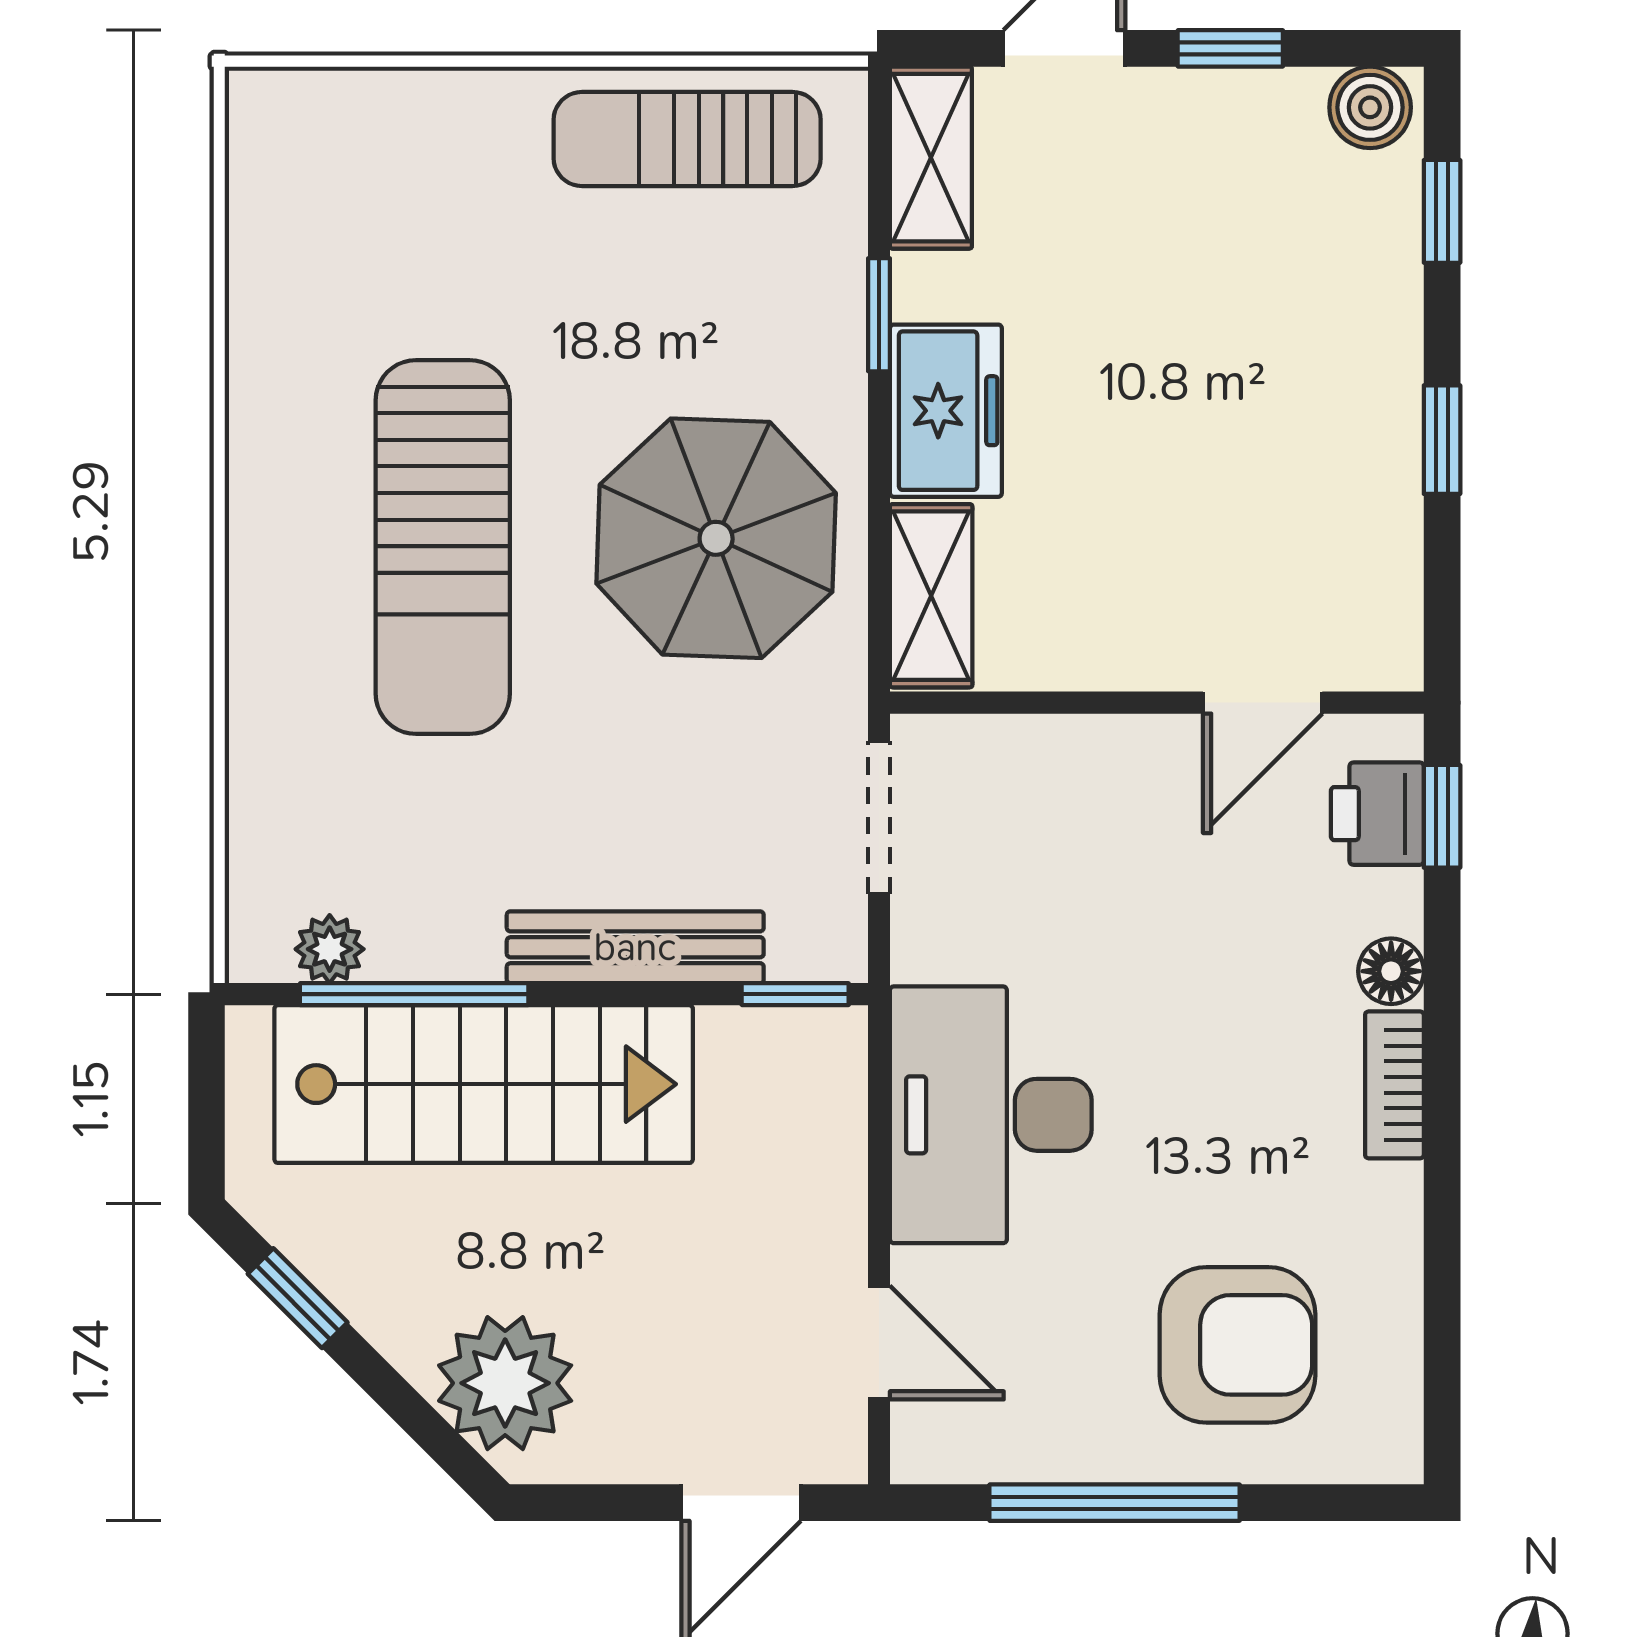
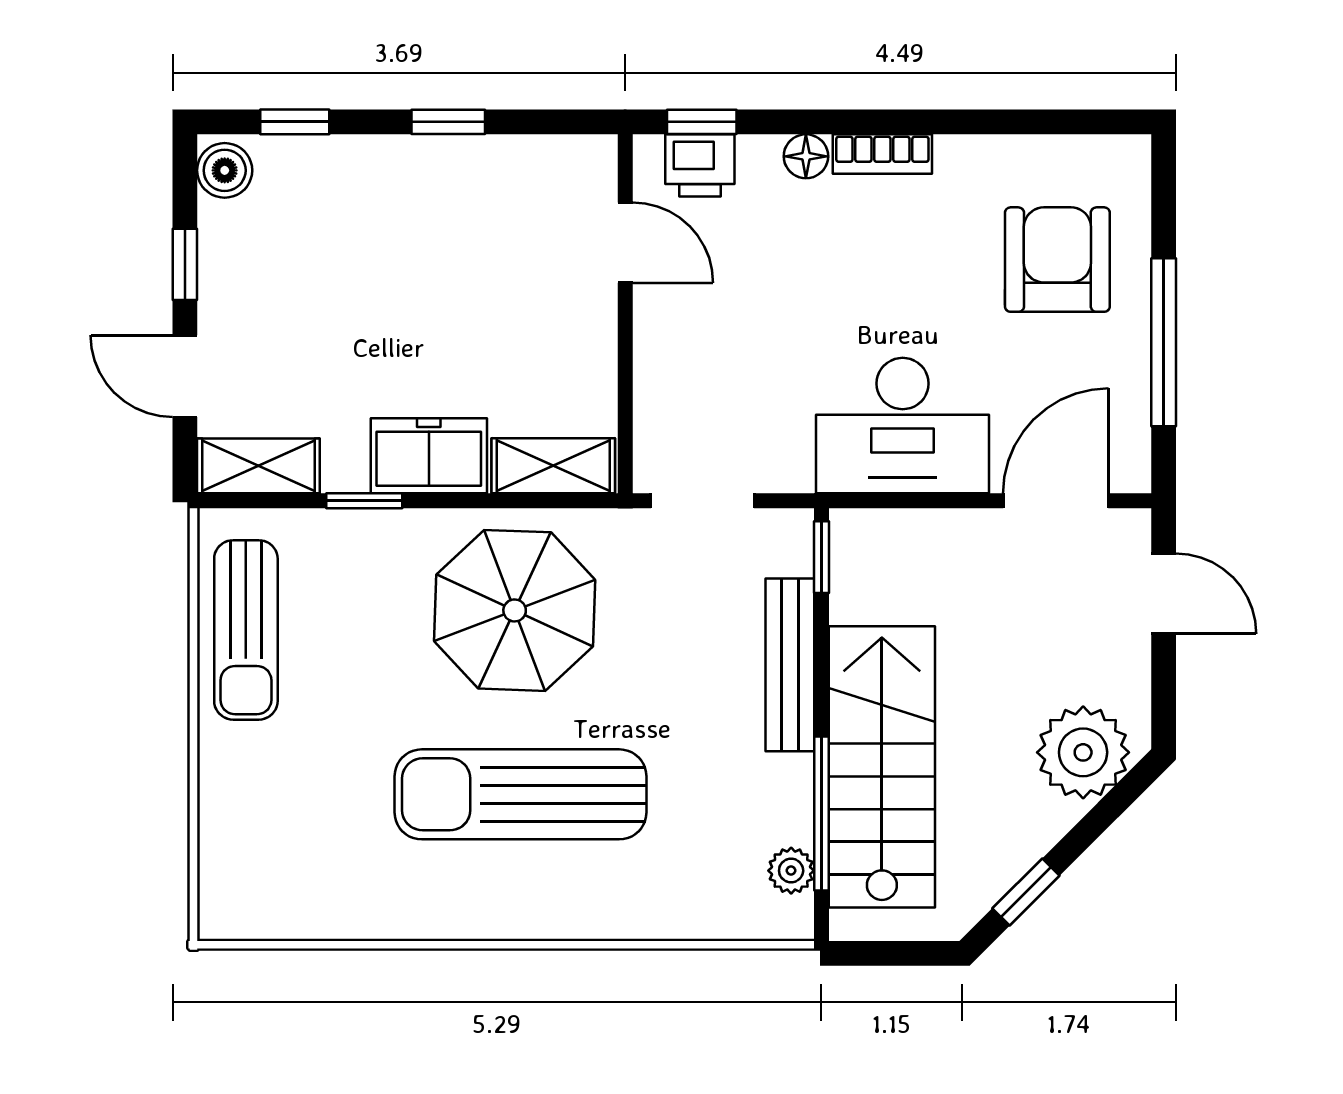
sun lounger: (443, 547) -> (521, 794), turned 180
door: (879, 1343) -> (1056, 501), width x1.38

